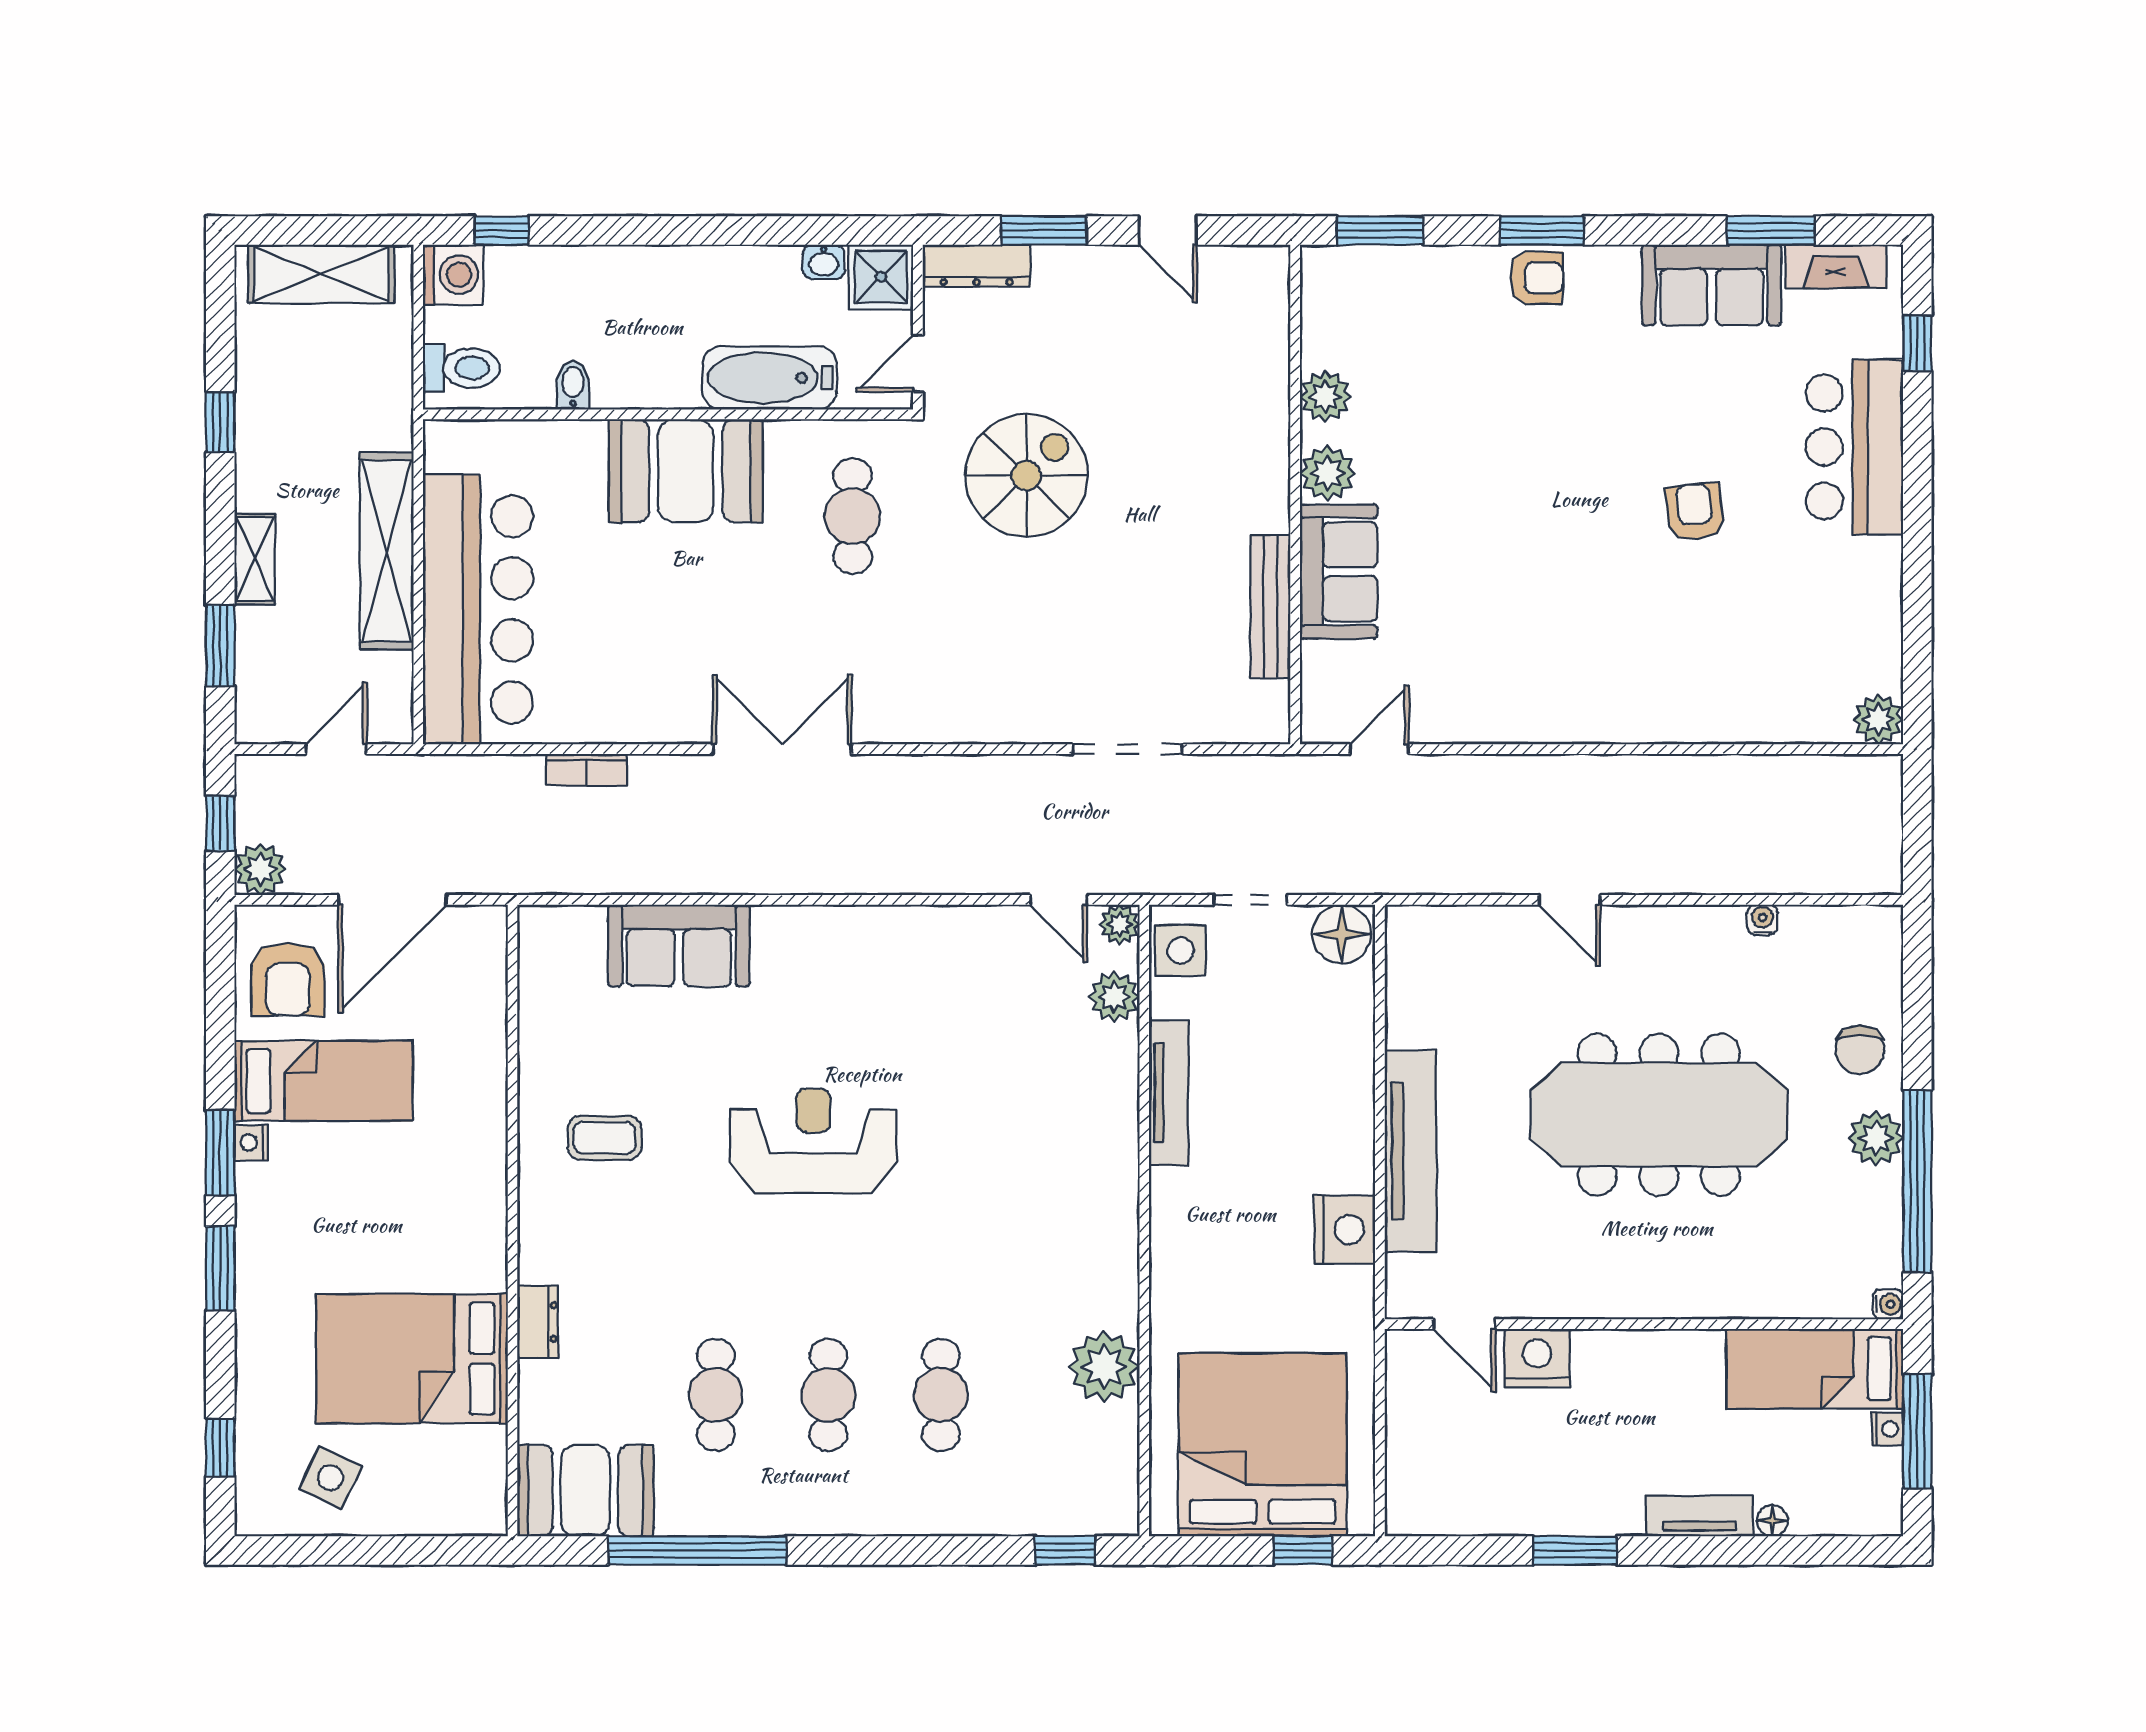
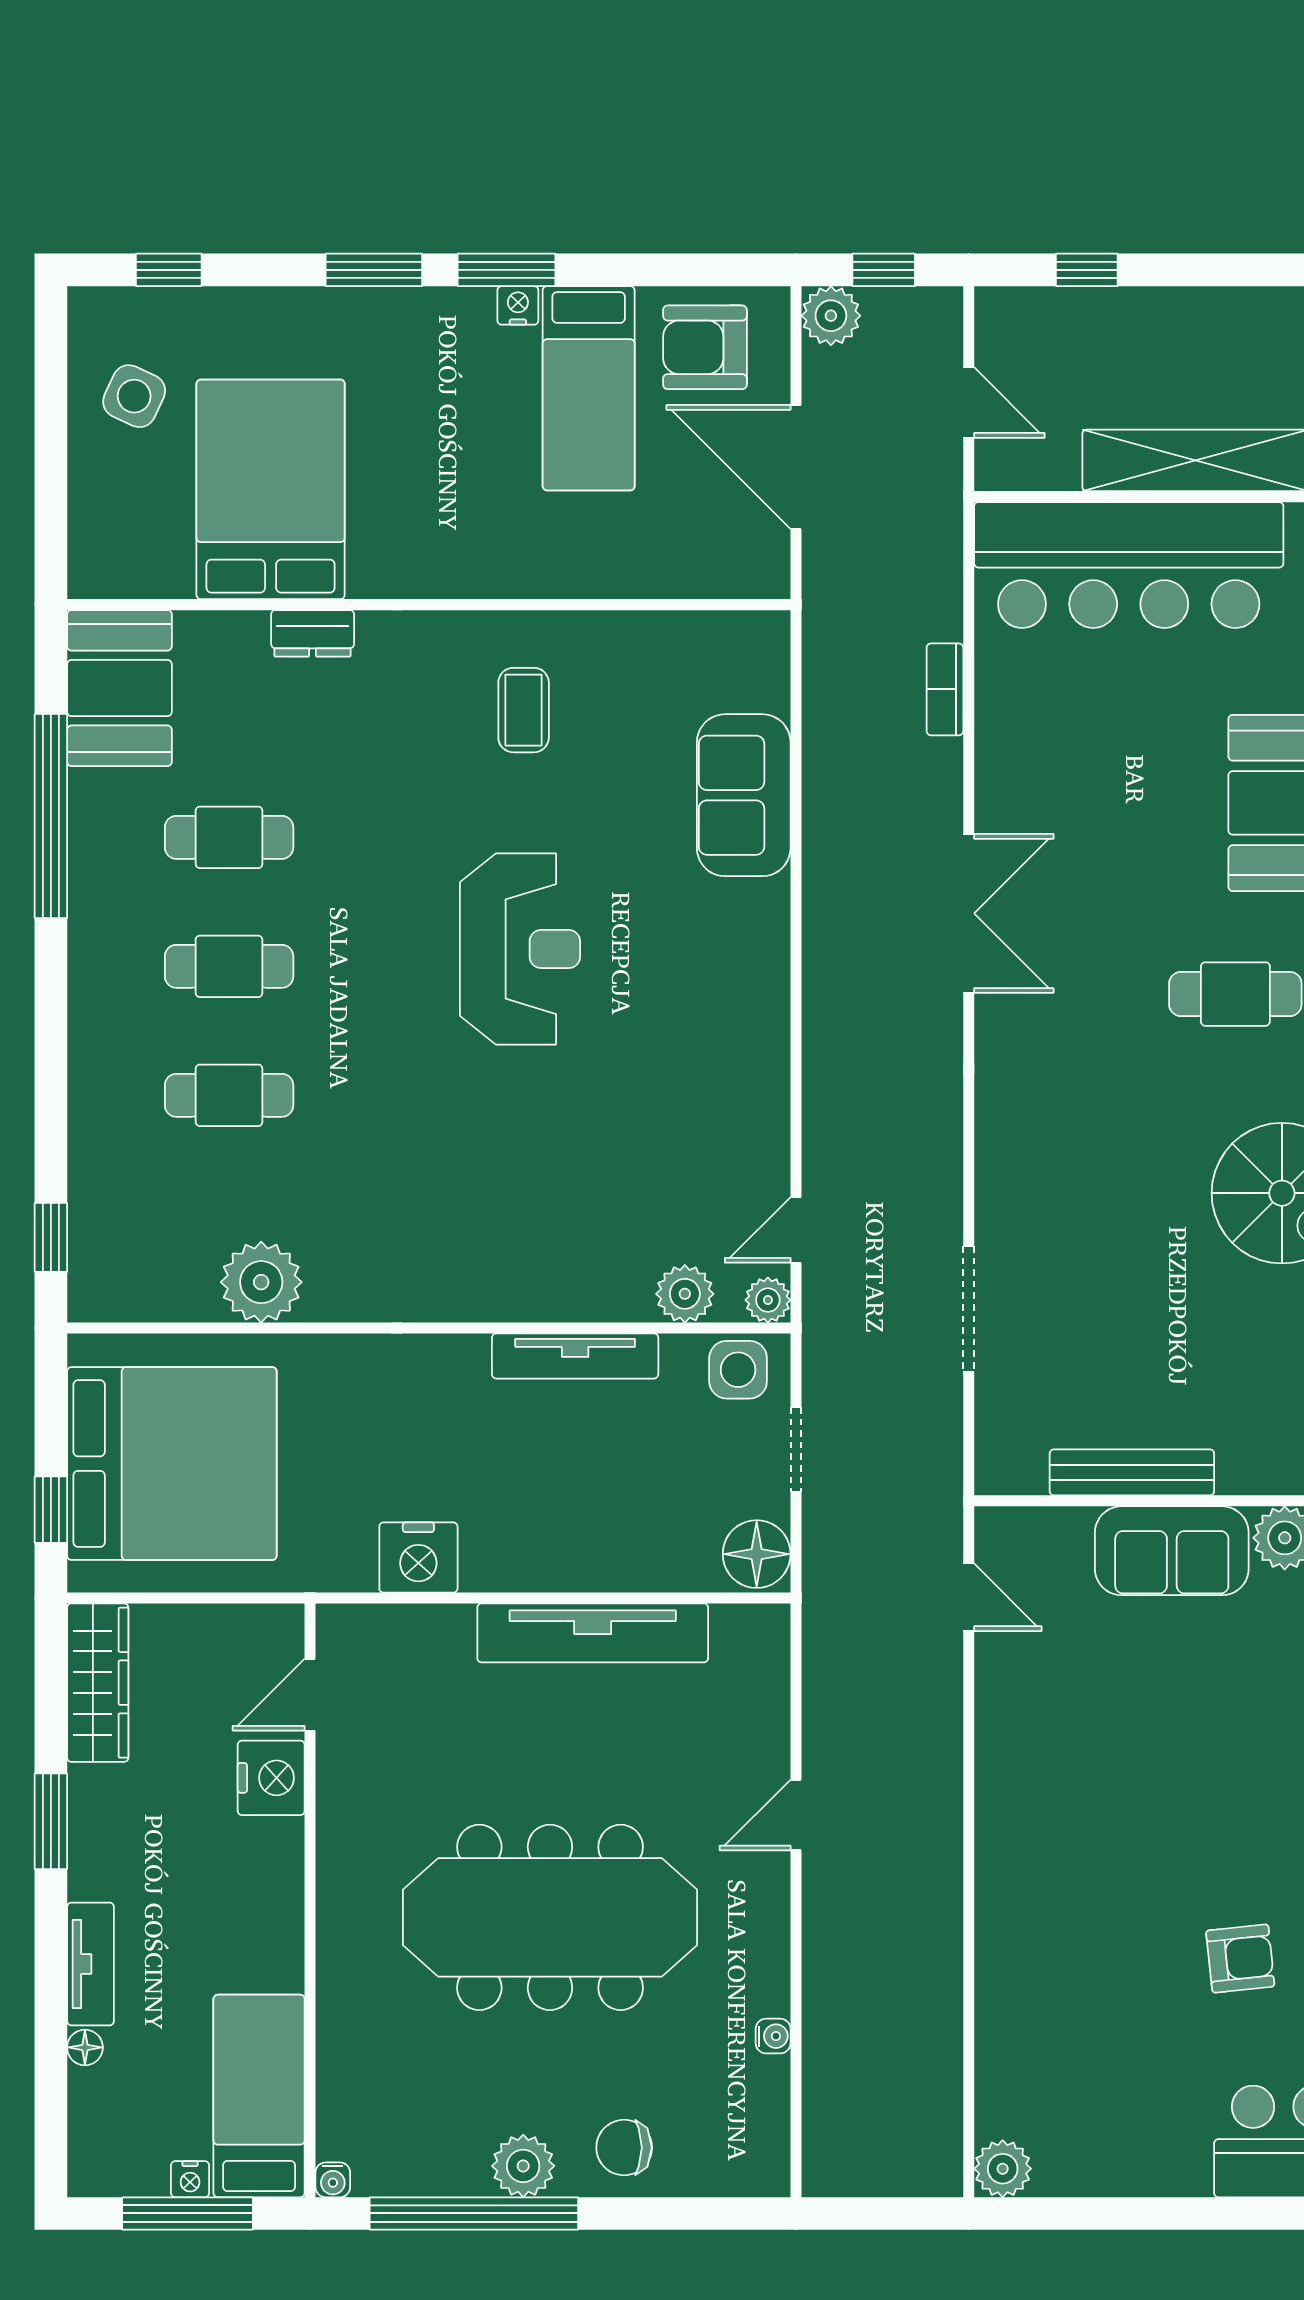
shelving: (255, 559) -> (1186, 309), removed
window: (220, 646) -> (1087, 270), width x0.67
meeting table: (1659, 1115) -> (550, 1917), turned 90
tv unit: (1410, 1151) -> (593, 1633), moved
wardrobe: (1454, 1510) -> (98, 1683), added

